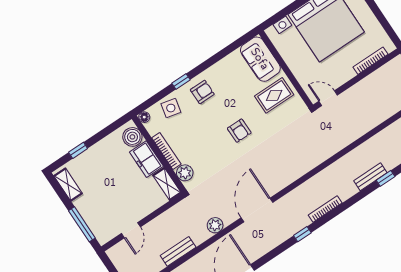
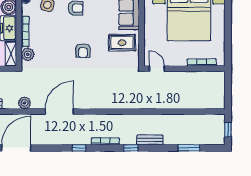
window: (386, 178) -> (131, 148), moved

